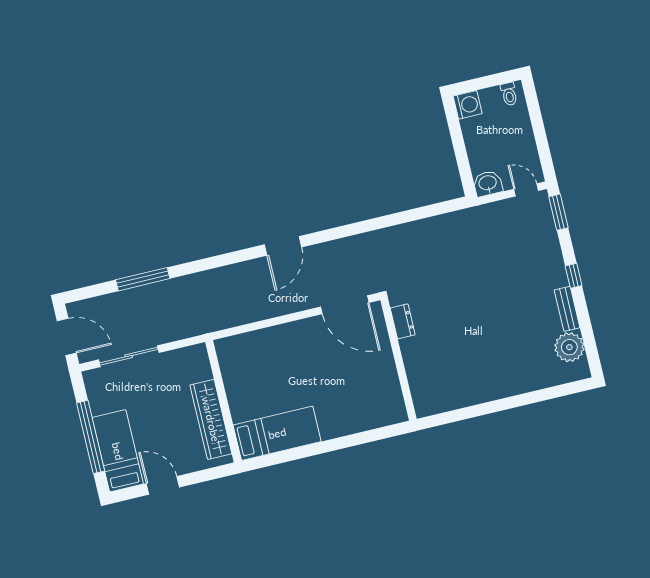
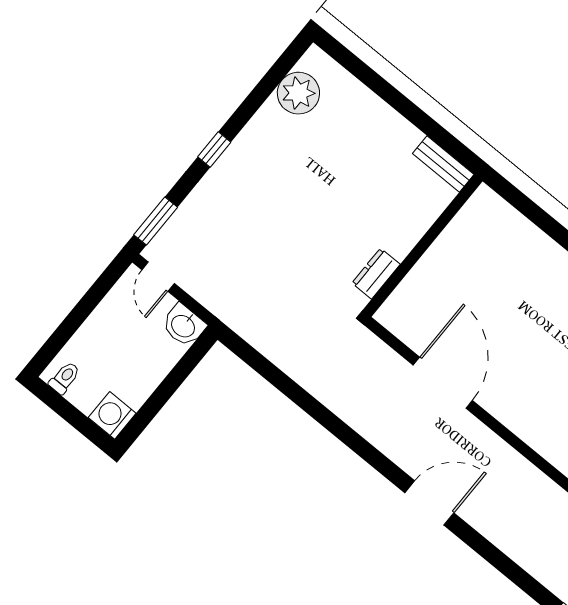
bench: (567, 309) -> (443, 164), moved, turned 90
dresser: (403, 321) -> (376, 274), moved
wall: (399, 360) -> (423, 246), moved

